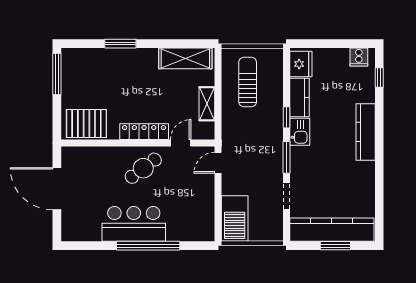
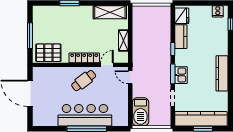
window: (57, 74) -> (30, 36), moved
sun lounger: (248, 82) -> (149, 27), removed
kitchen sink: (300, 132) -> (181, 75), moved
kitchen counter: (366, 132) -> (222, 73), moved
door: (218, 163) -> (130, 77), hinge flipped
bar counter: (134, 224) -> (85, 115), width x1.36

